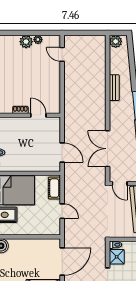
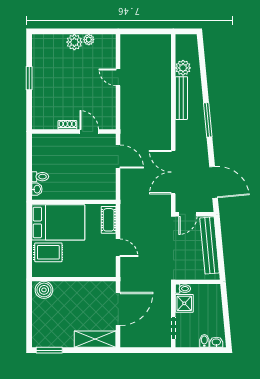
plant: (116, 41) -> (183, 68), moved
door: (62, 54) -> (118, 77), moved
bench: (114, 88) -> (181, 98), width x1.36
door: (62, 153) -> (118, 157), moved
door: (120, 183) -> (188, 214), hinge flipped

